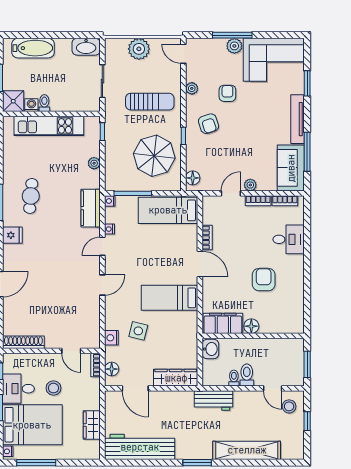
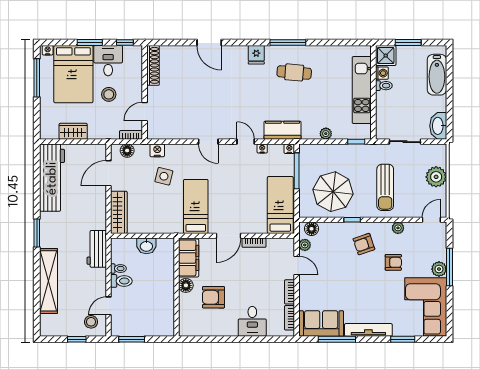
plant: (250, 185) -> (305, 245), moved
armchair: (264, 280) -> (213, 297), turned 180
filing cabinet: (223, 323) -> (189, 258), moved
floor lamp: (251, 326) -> (186, 285), moved
wall: (253, 336) -> (177, 287), moved

